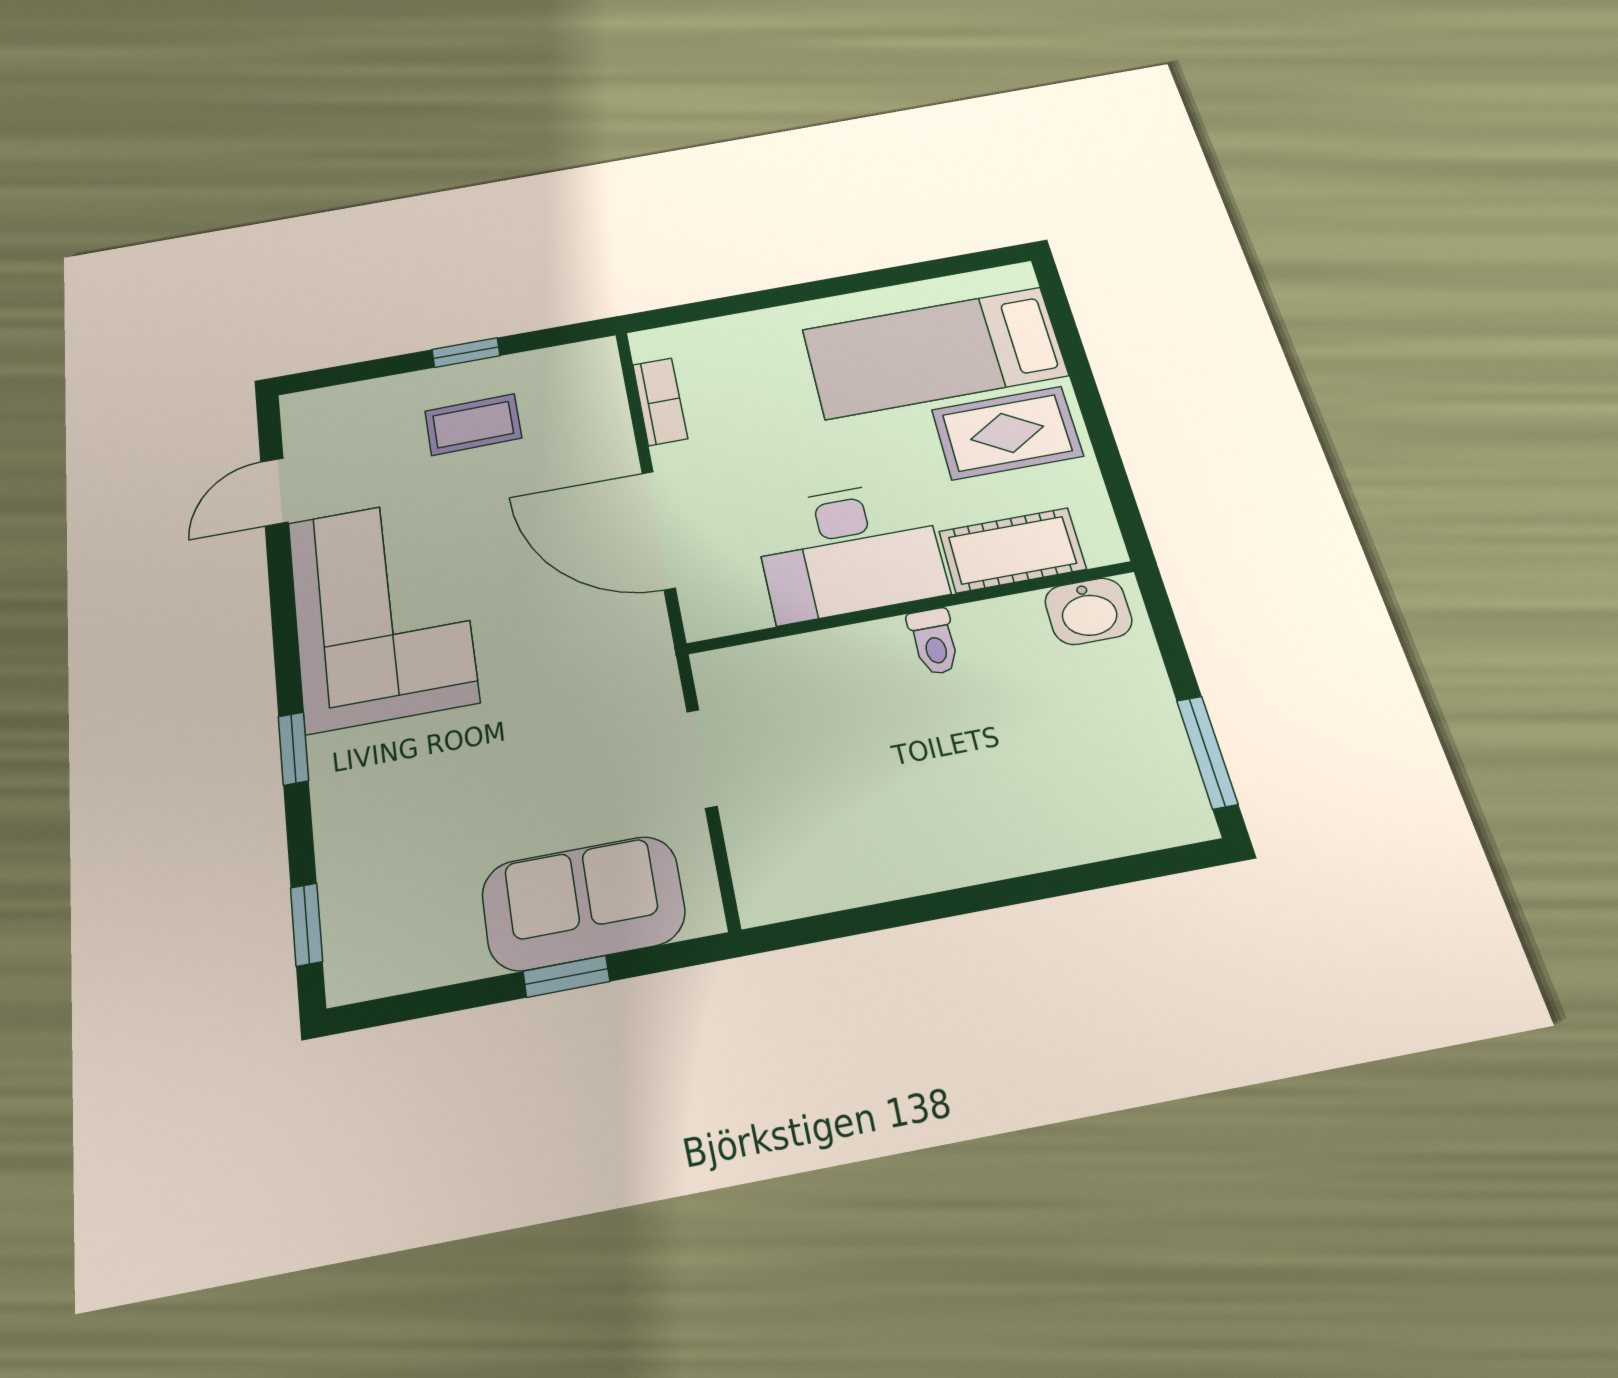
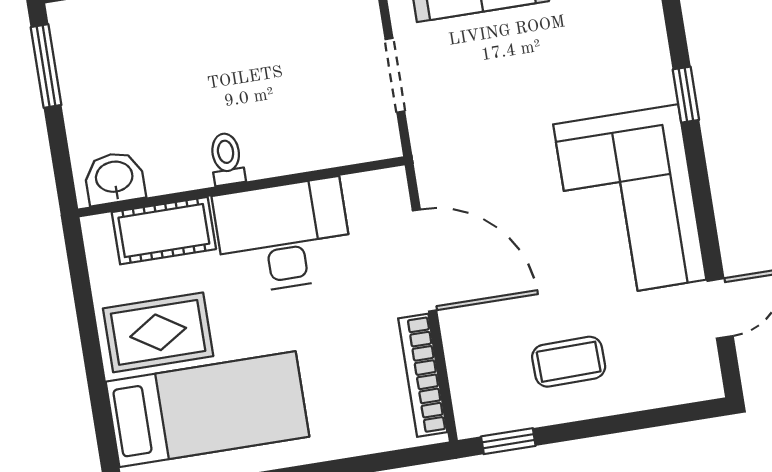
window: (466, 353) -> (508, 441), moved
bookcase: (660, 401) -> (423, 375), width x1.56

